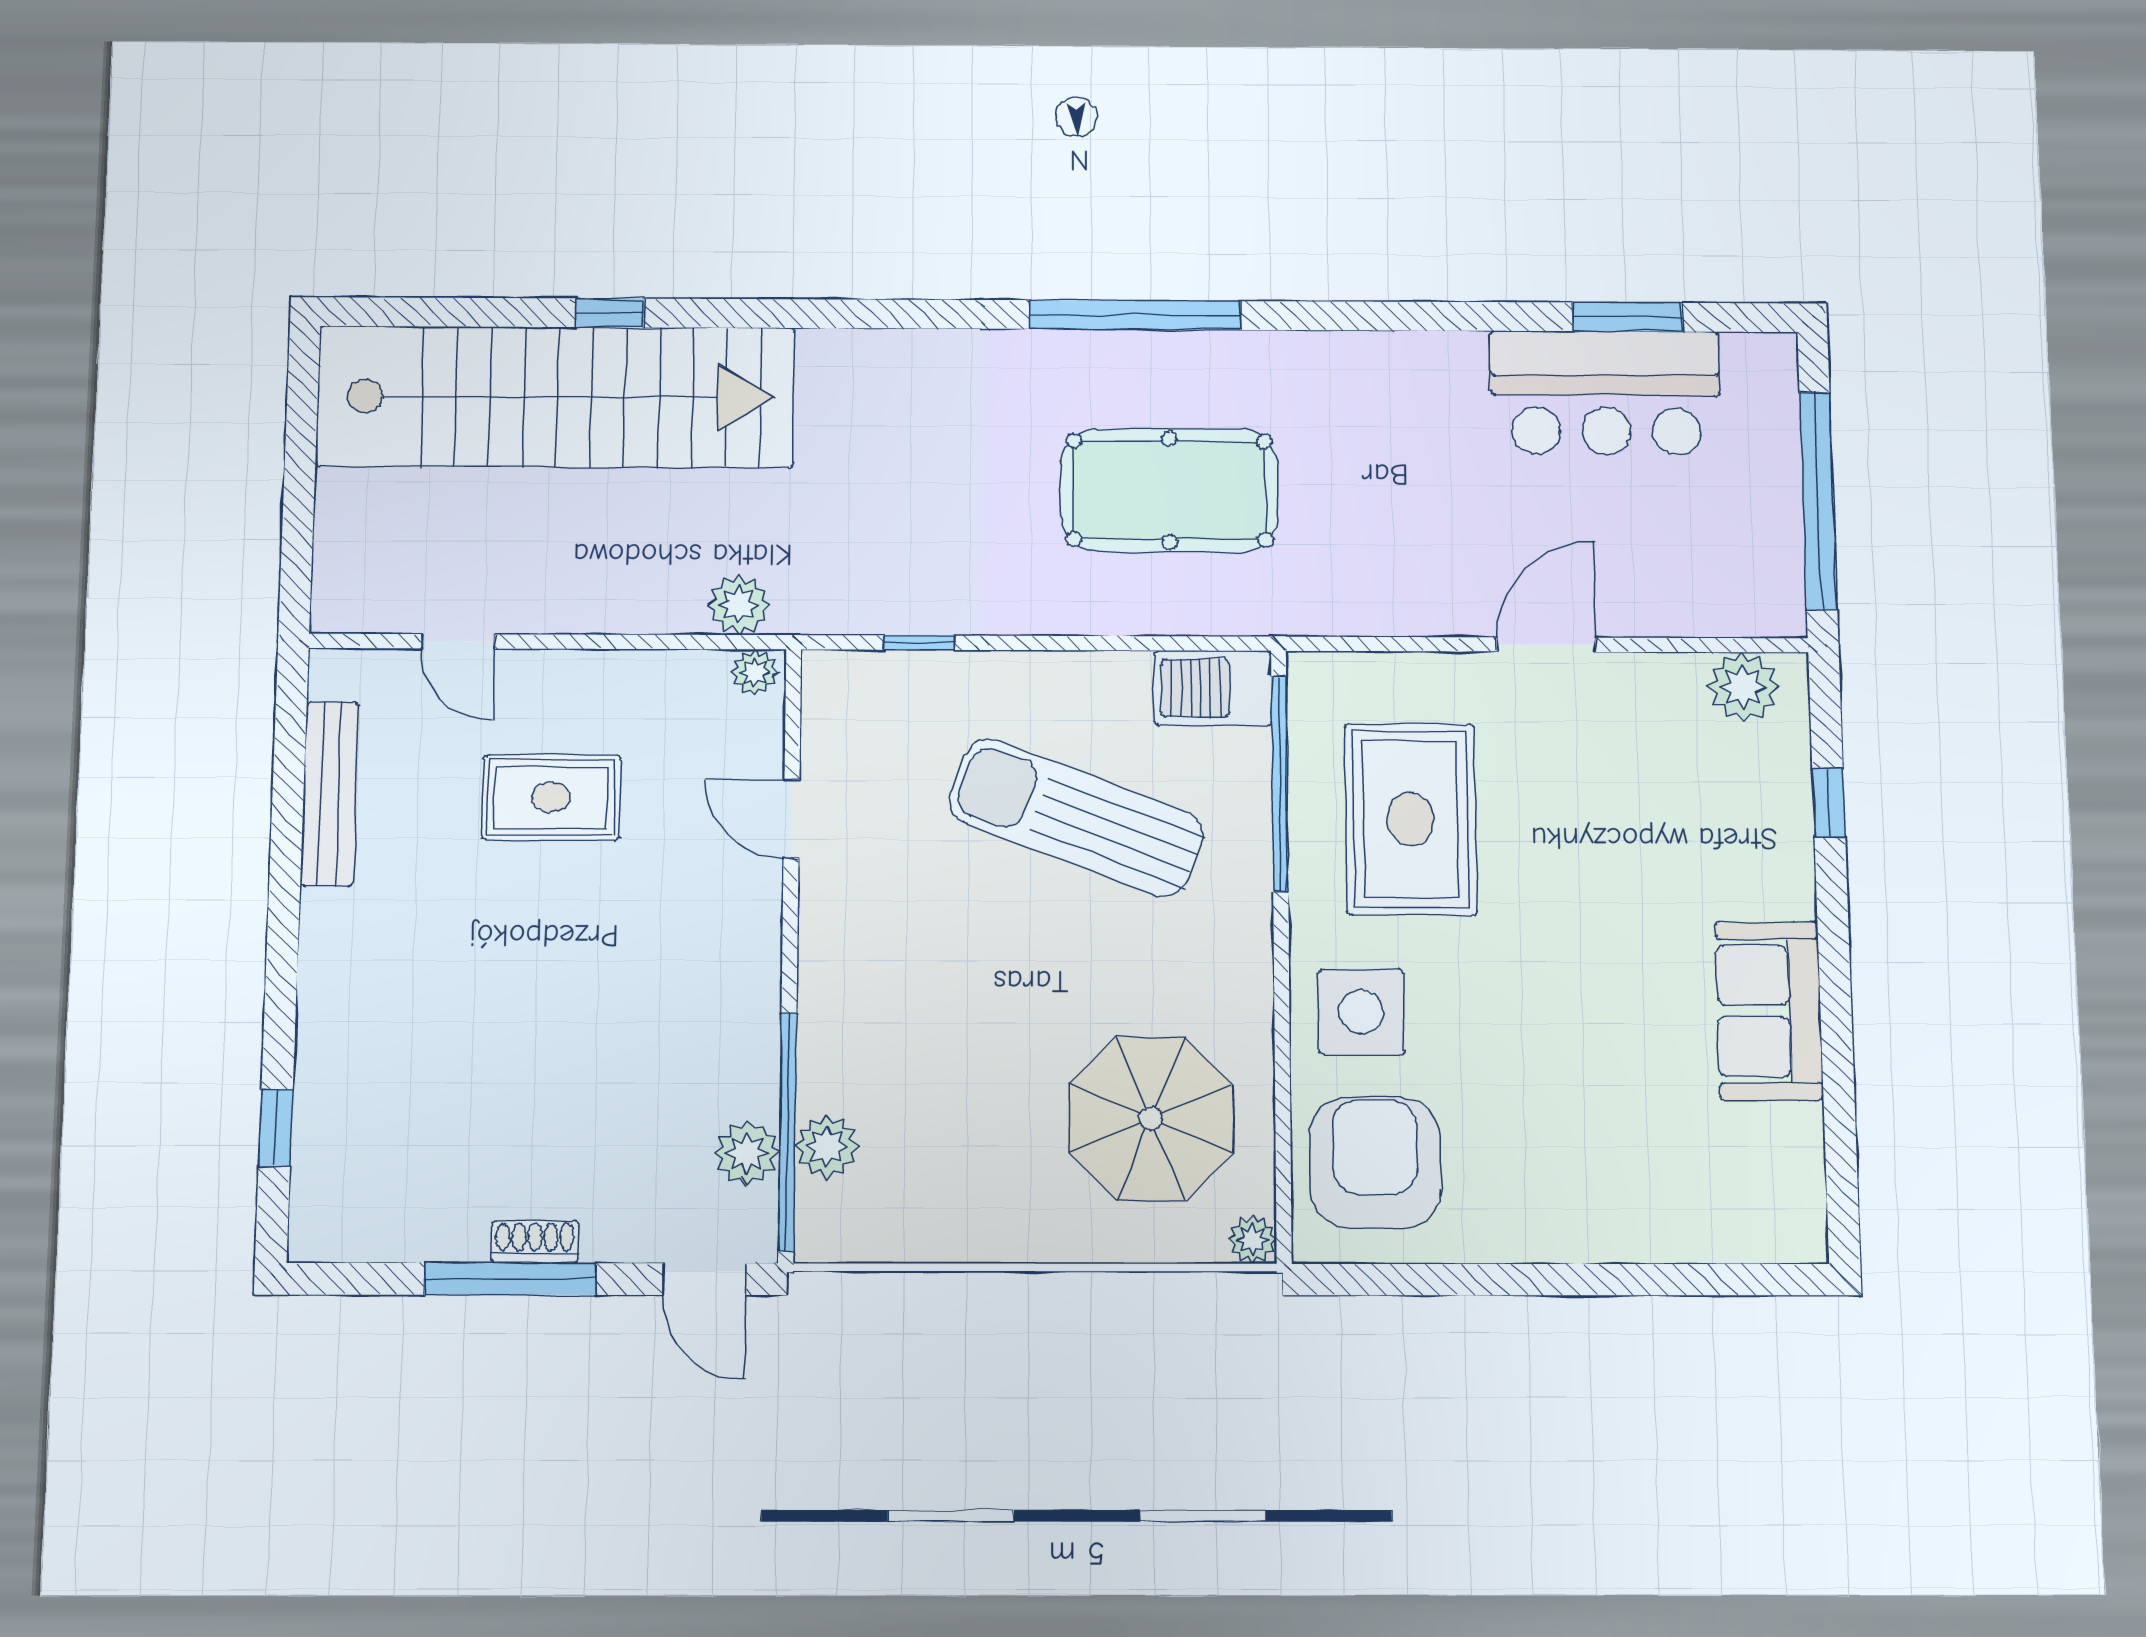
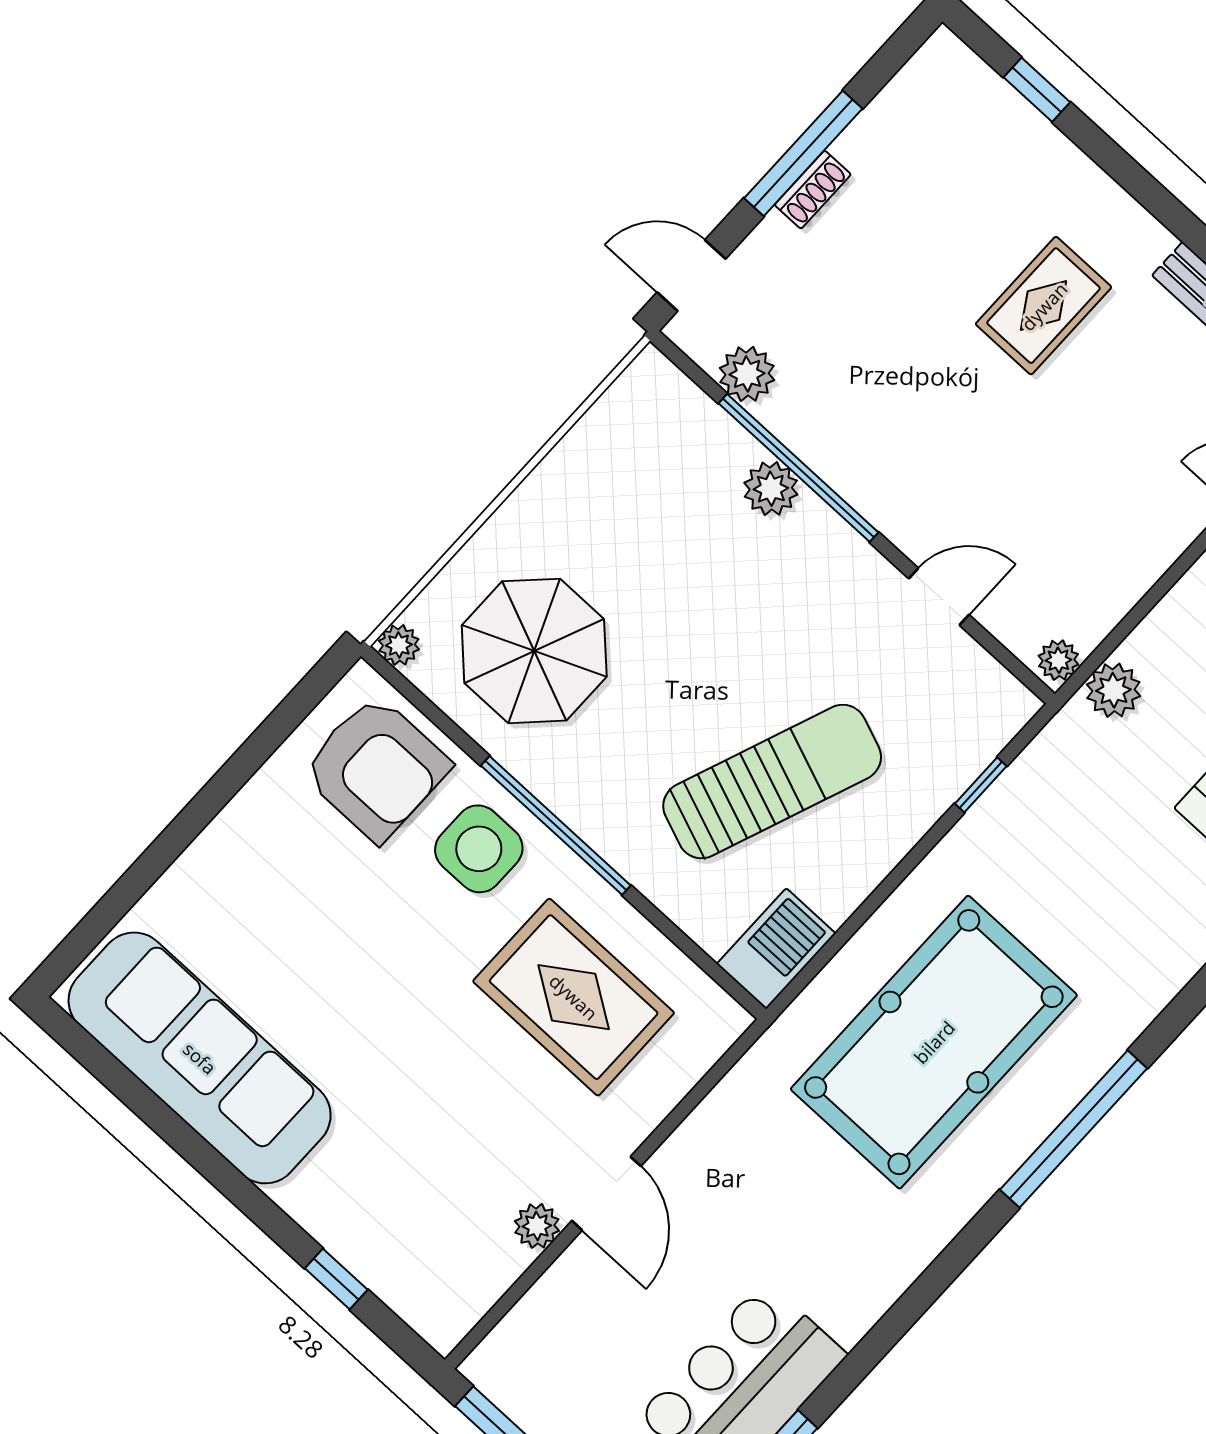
pool table: (1169, 490) -> (934, 1042), width x1.36, depth x1.32
plant: (1743, 687) -> (537, 1226), moved, width x0.73, depth x0.73
window: (1280, 783) -> (556, 826), moved
rug: (551, 797) -> (1044, 306), moved
sofa: (1769, 1011) -> (200, 1058), width x1.85, depth x1.27
window: (787, 1131) -> (798, 468), moved
plant: (827, 1147) -> (771, 489), moved

